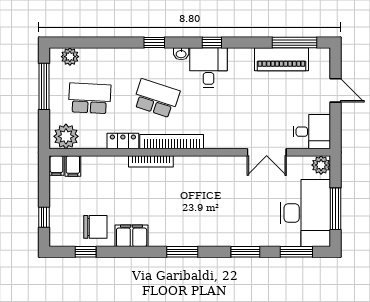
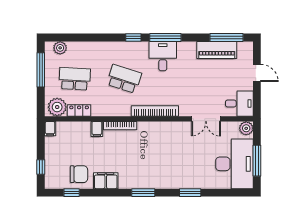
window: (154, 43) -> (133, 37), moved
window: (212, 43) -> (165, 37), width x2.17
washbasin: (181, 54) -> (142, 46), removed
locker: (123, 141) -> (79, 110), moved
bookcase: (172, 142) -> (155, 111), moved
filing cabinet: (73, 166) -> (97, 129), moved
window: (296, 252) -> (228, 193), removed

